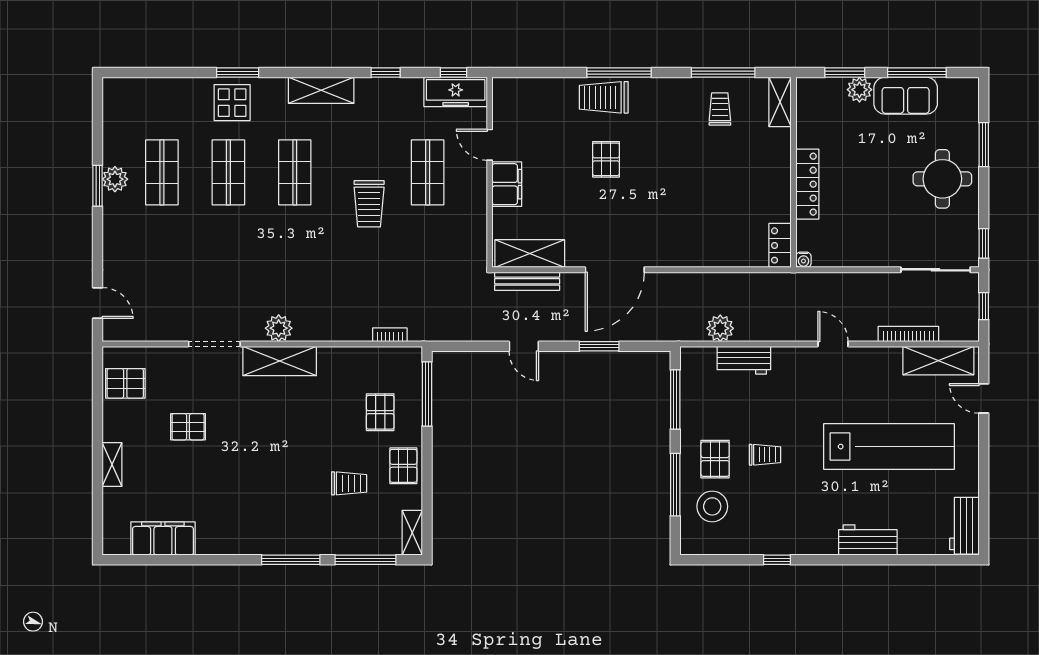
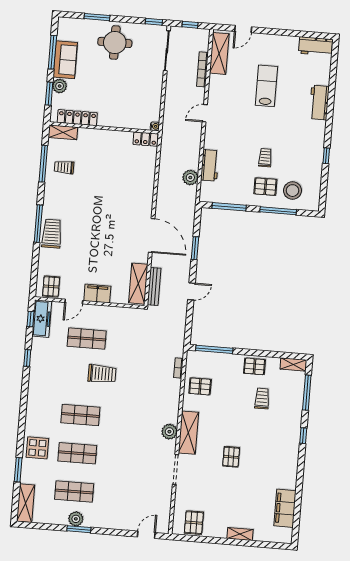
window: (238, 73) -> (18, 470), moved
shelving: (321, 90) -> (26, 503), moved
trolley: (604, 97) -> (52, 234), turned 180
pallet: (606, 159) -> (51, 287), moved, turned 90
locker: (807, 184) -> (77, 118), moved
pallet: (380, 412) -> (200, 386), moved
pallet: (188, 427) -> (231, 457), moved
lab bench: (889, 447) -> (266, 86), width x0.54, depth x0.72
window: (291, 560) -> (303, 436), width x0.46

